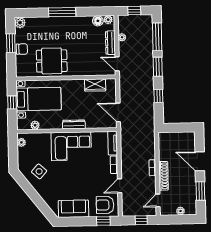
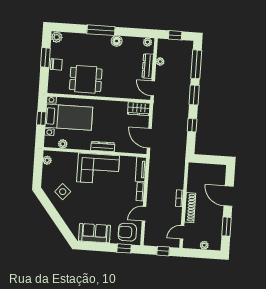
floor lamp: (98, 21) -> (117, 41), moved
wardrobe: (95, 85) -> (139, 109), moved

